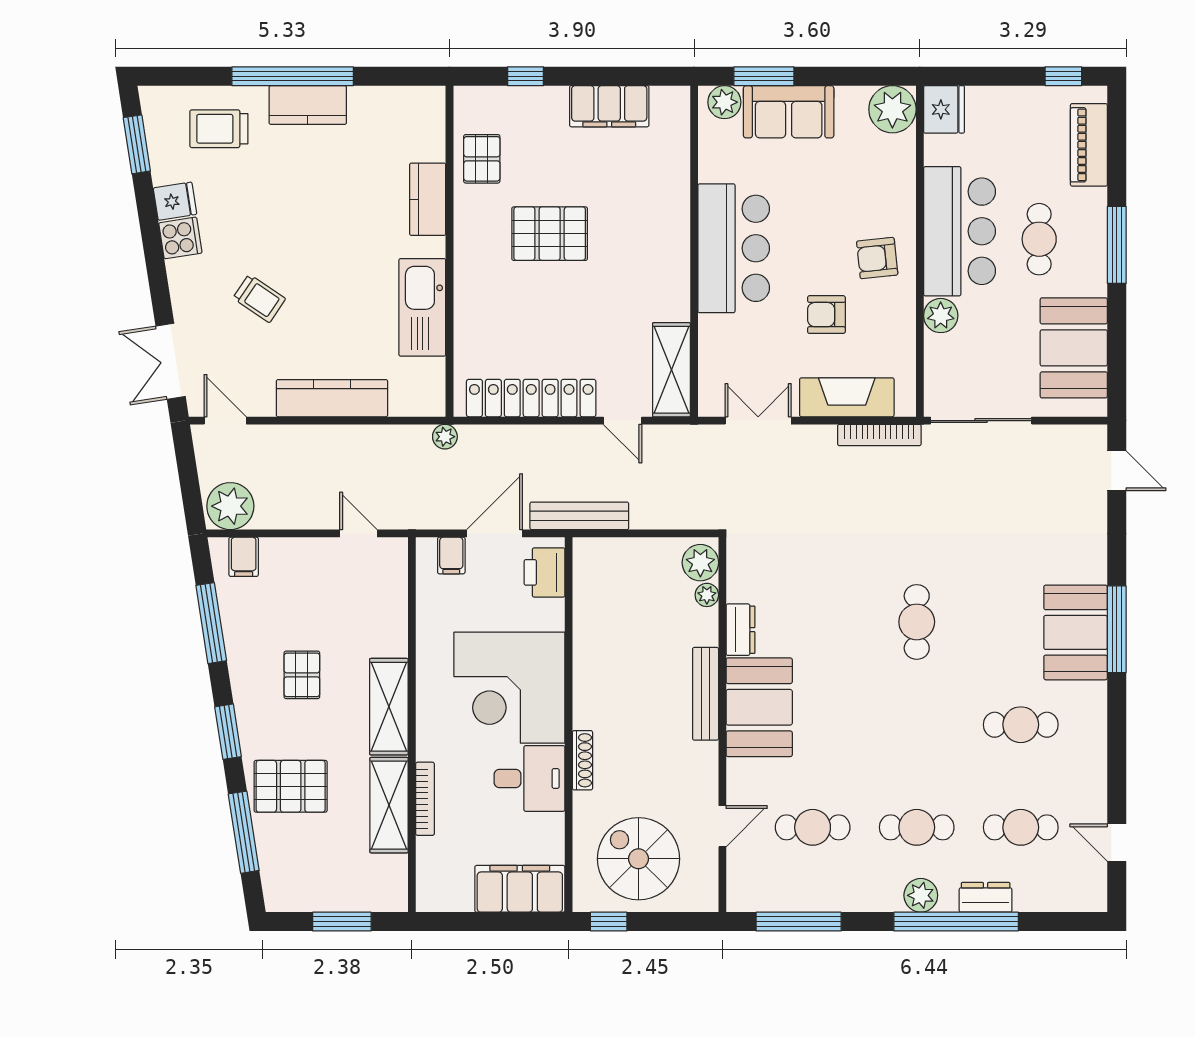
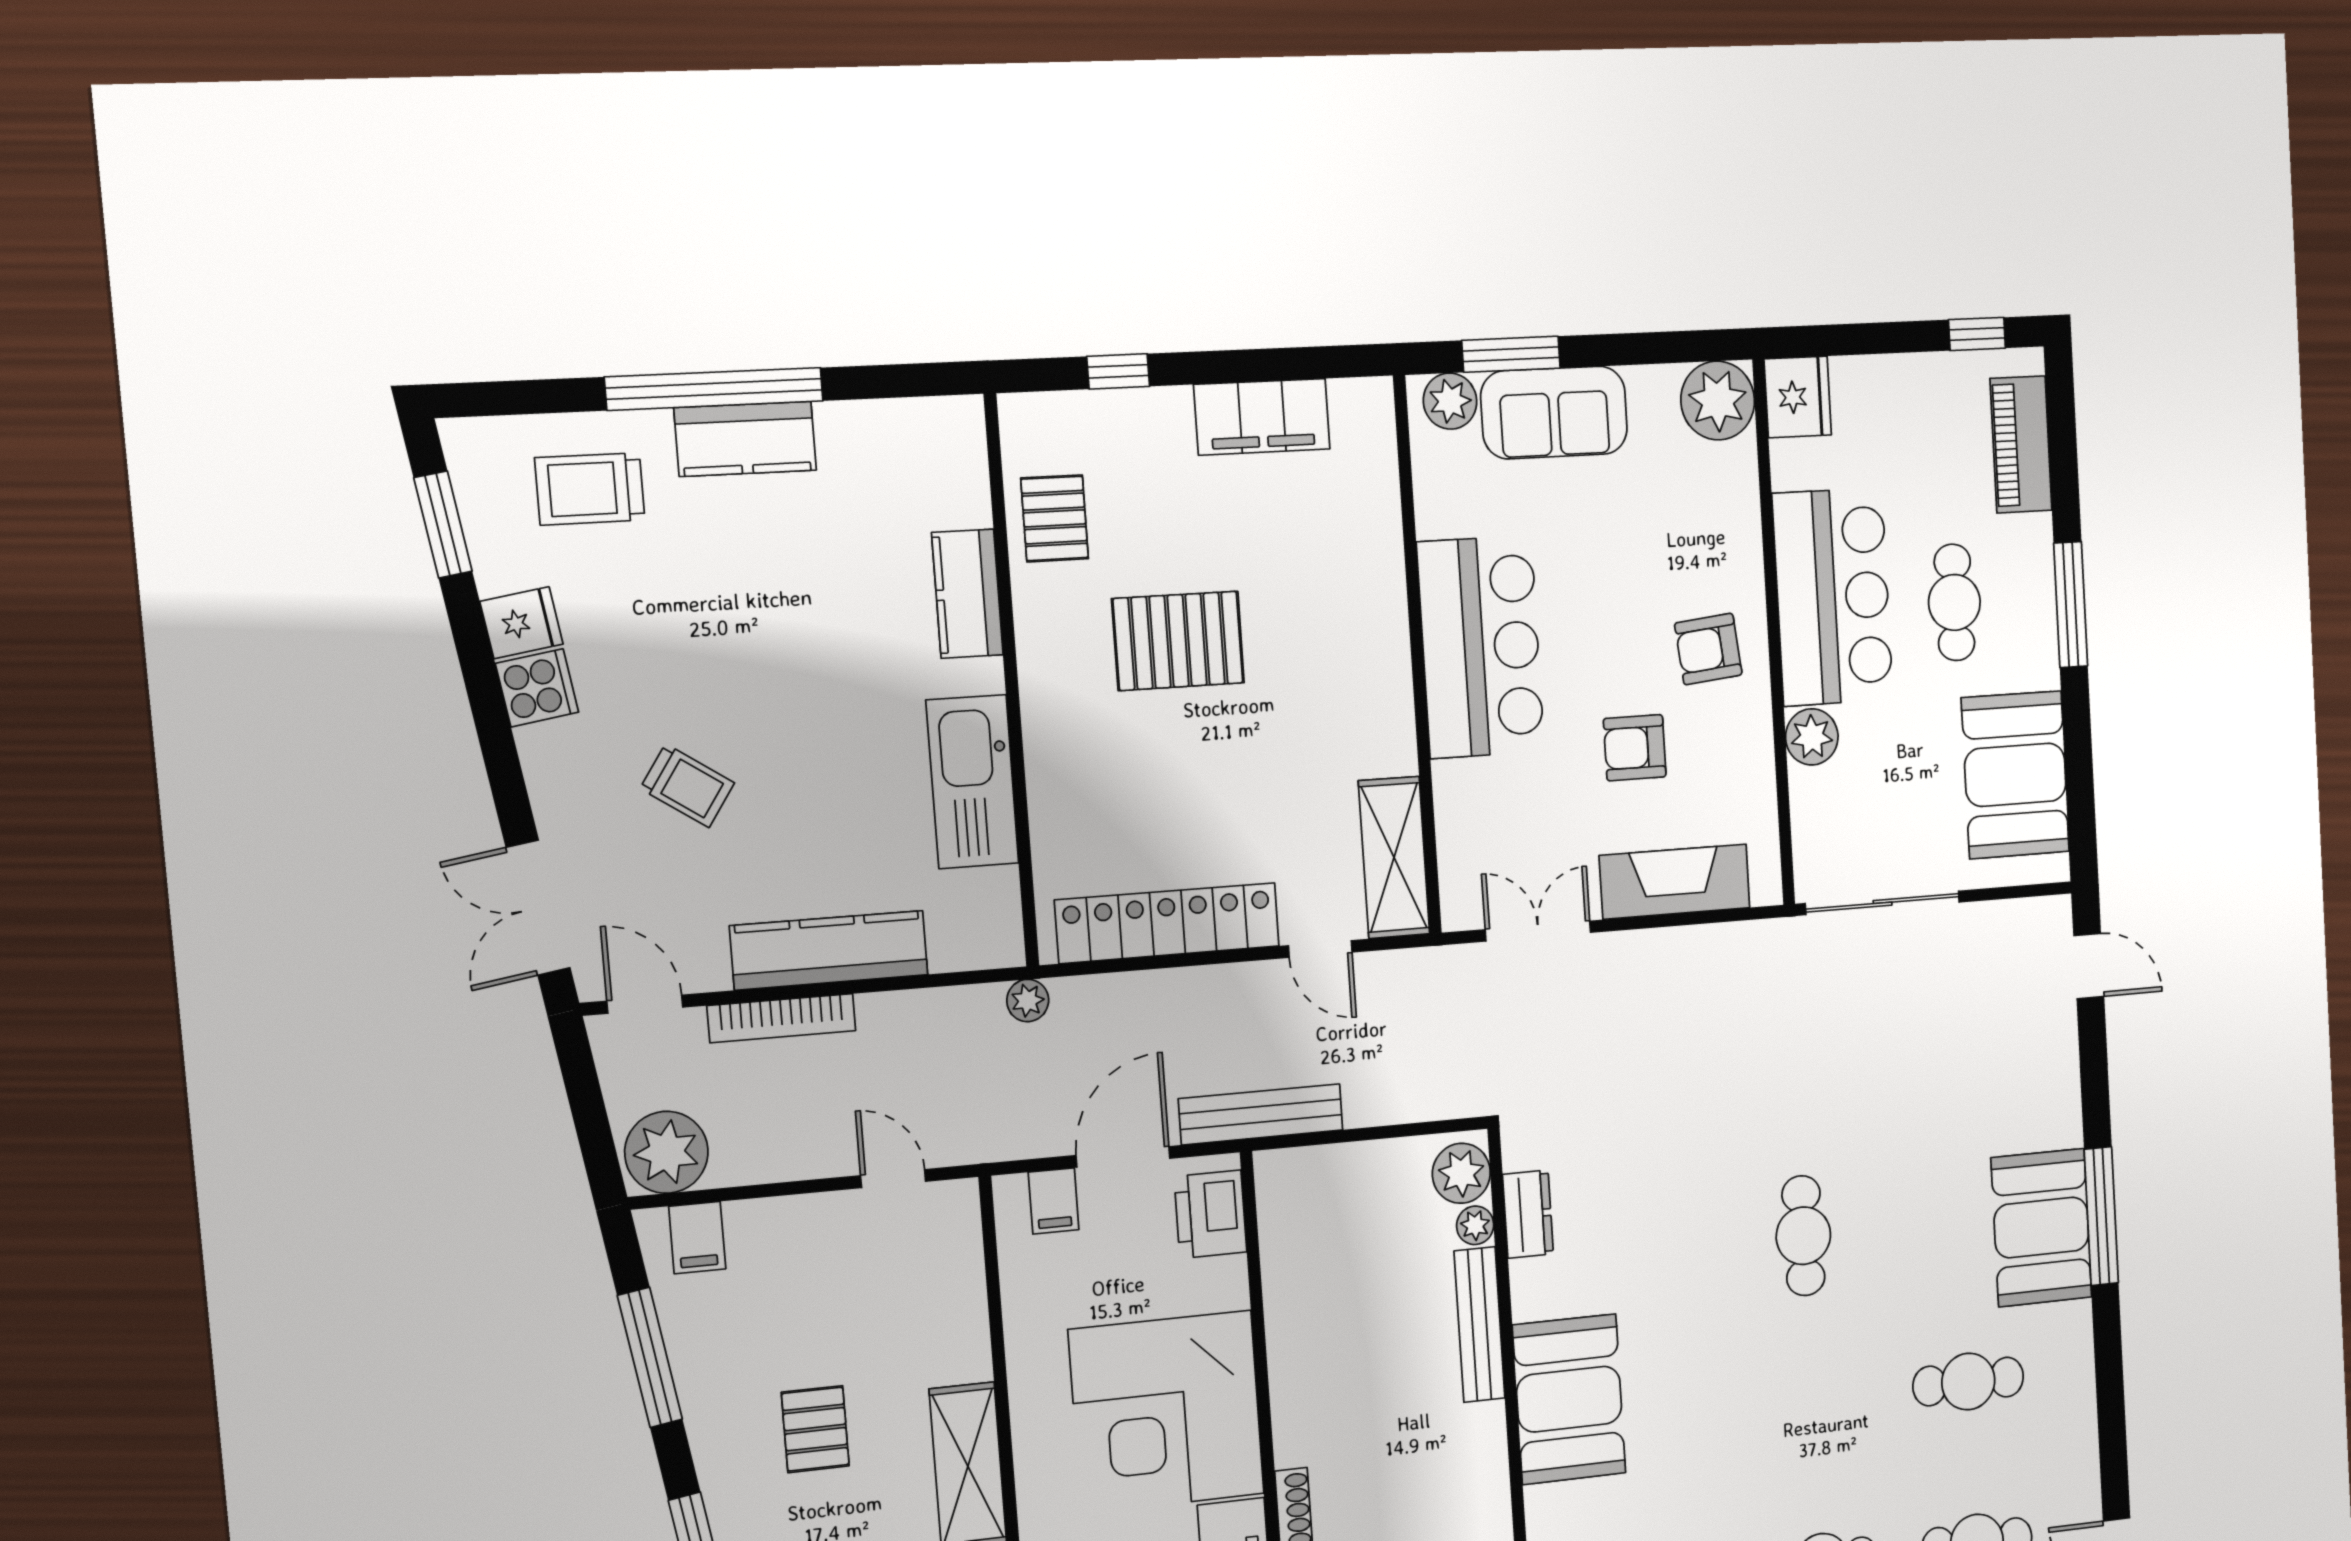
bookcase: (879, 435) -> (781, 1018), moved
dresser: (741, 630) -> (1528, 1214), moved
bench: (706, 694) -> (1479, 1325), moved

